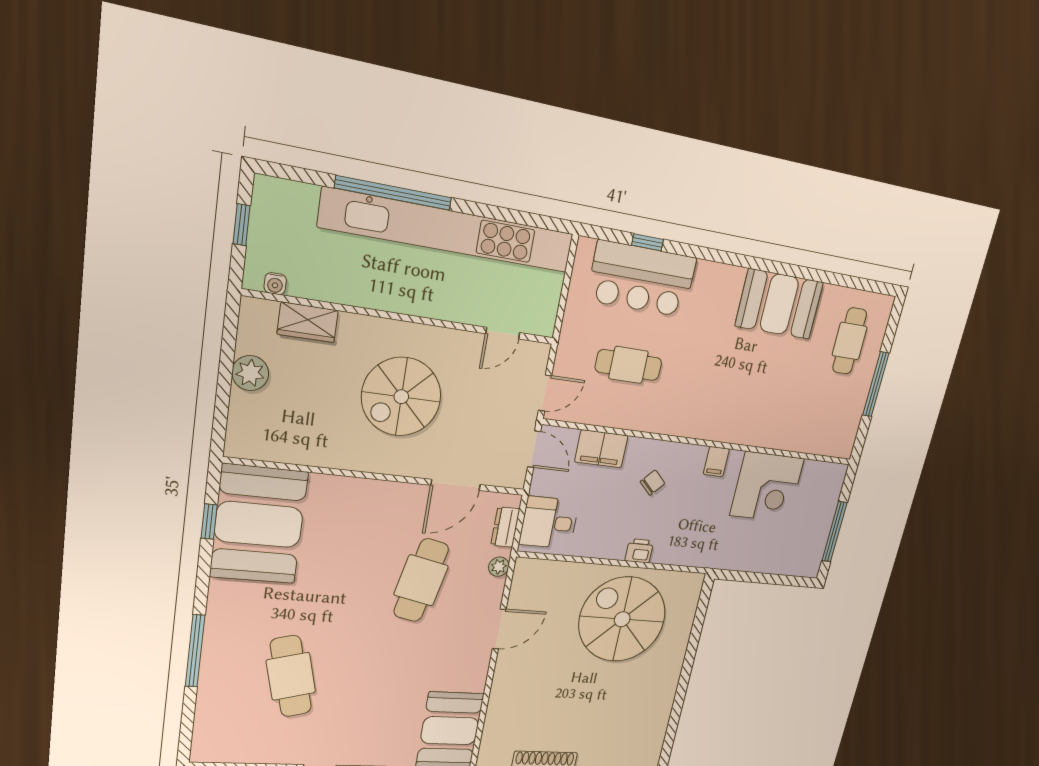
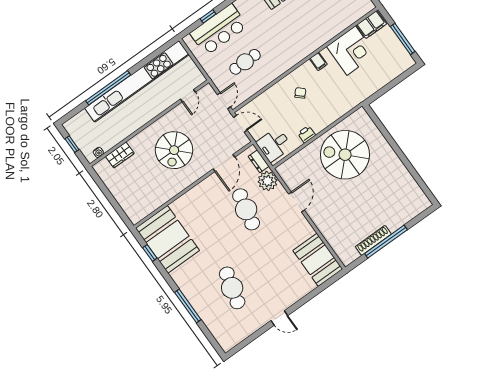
plant: (250, 373) -> (117, 189), removed
filing cabinet: (601, 449) -> (371, 24), moved
printer: (639, 551) -> (307, 134), moved
plant: (499, 567) -> (268, 181), width x1.87, depth x1.87
cafe table: (291, 676) -> (232, 288), turned 30

